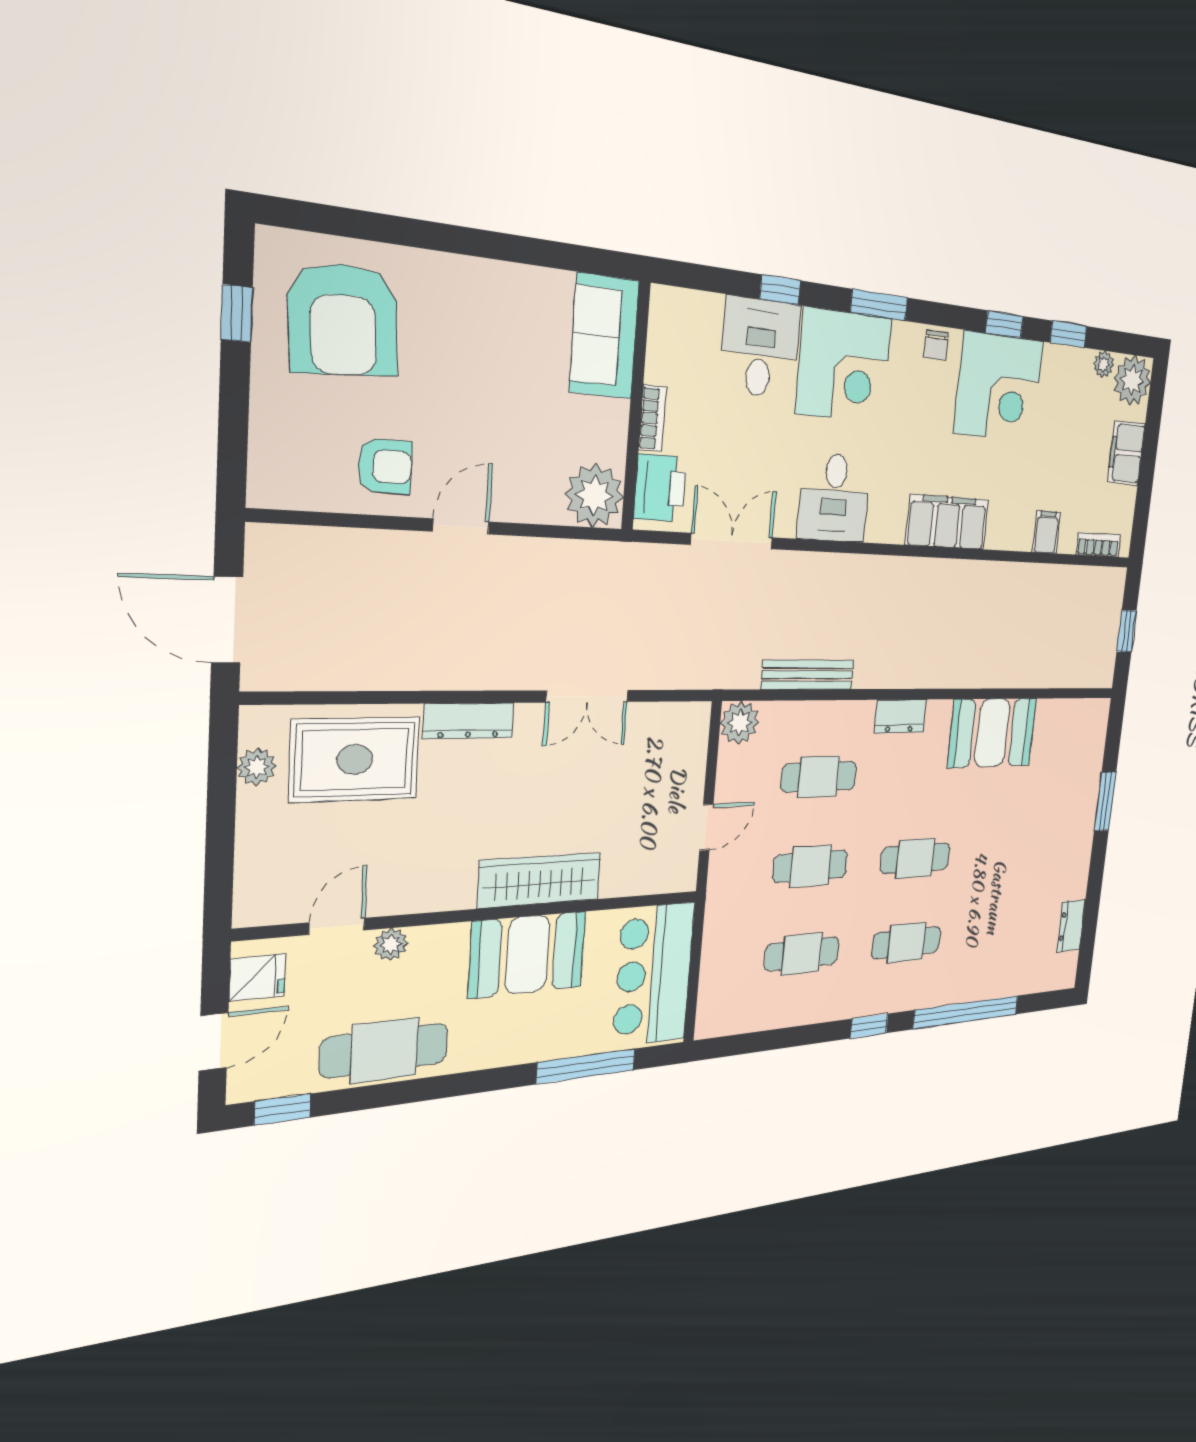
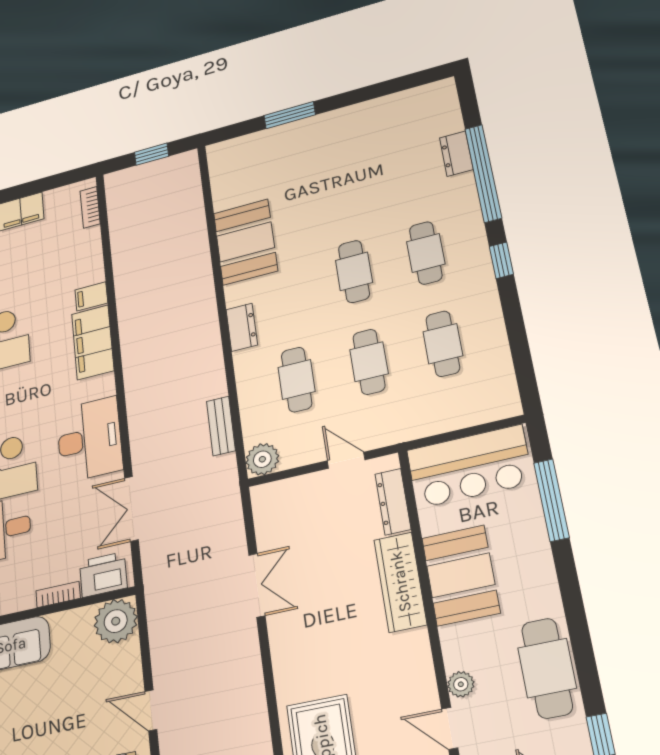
desk: (834, 498) -> (89, 440), width x1.37
filing cabinet: (1046, 532) -> (91, 296), moved
bench: (808, 675) -> (221, 426), width x0.73
dresser: (469, 721) -> (393, 502), moved, turned 180
dresser: (1071, 926) -> (456, 154), moved, turned 90

